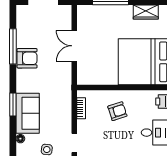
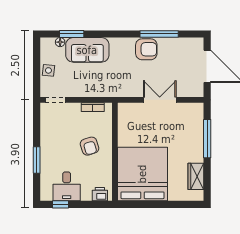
armchair: (27, 58) -> (146, 49), turned -90
window: (13, 105) -> (72, 34), moved

